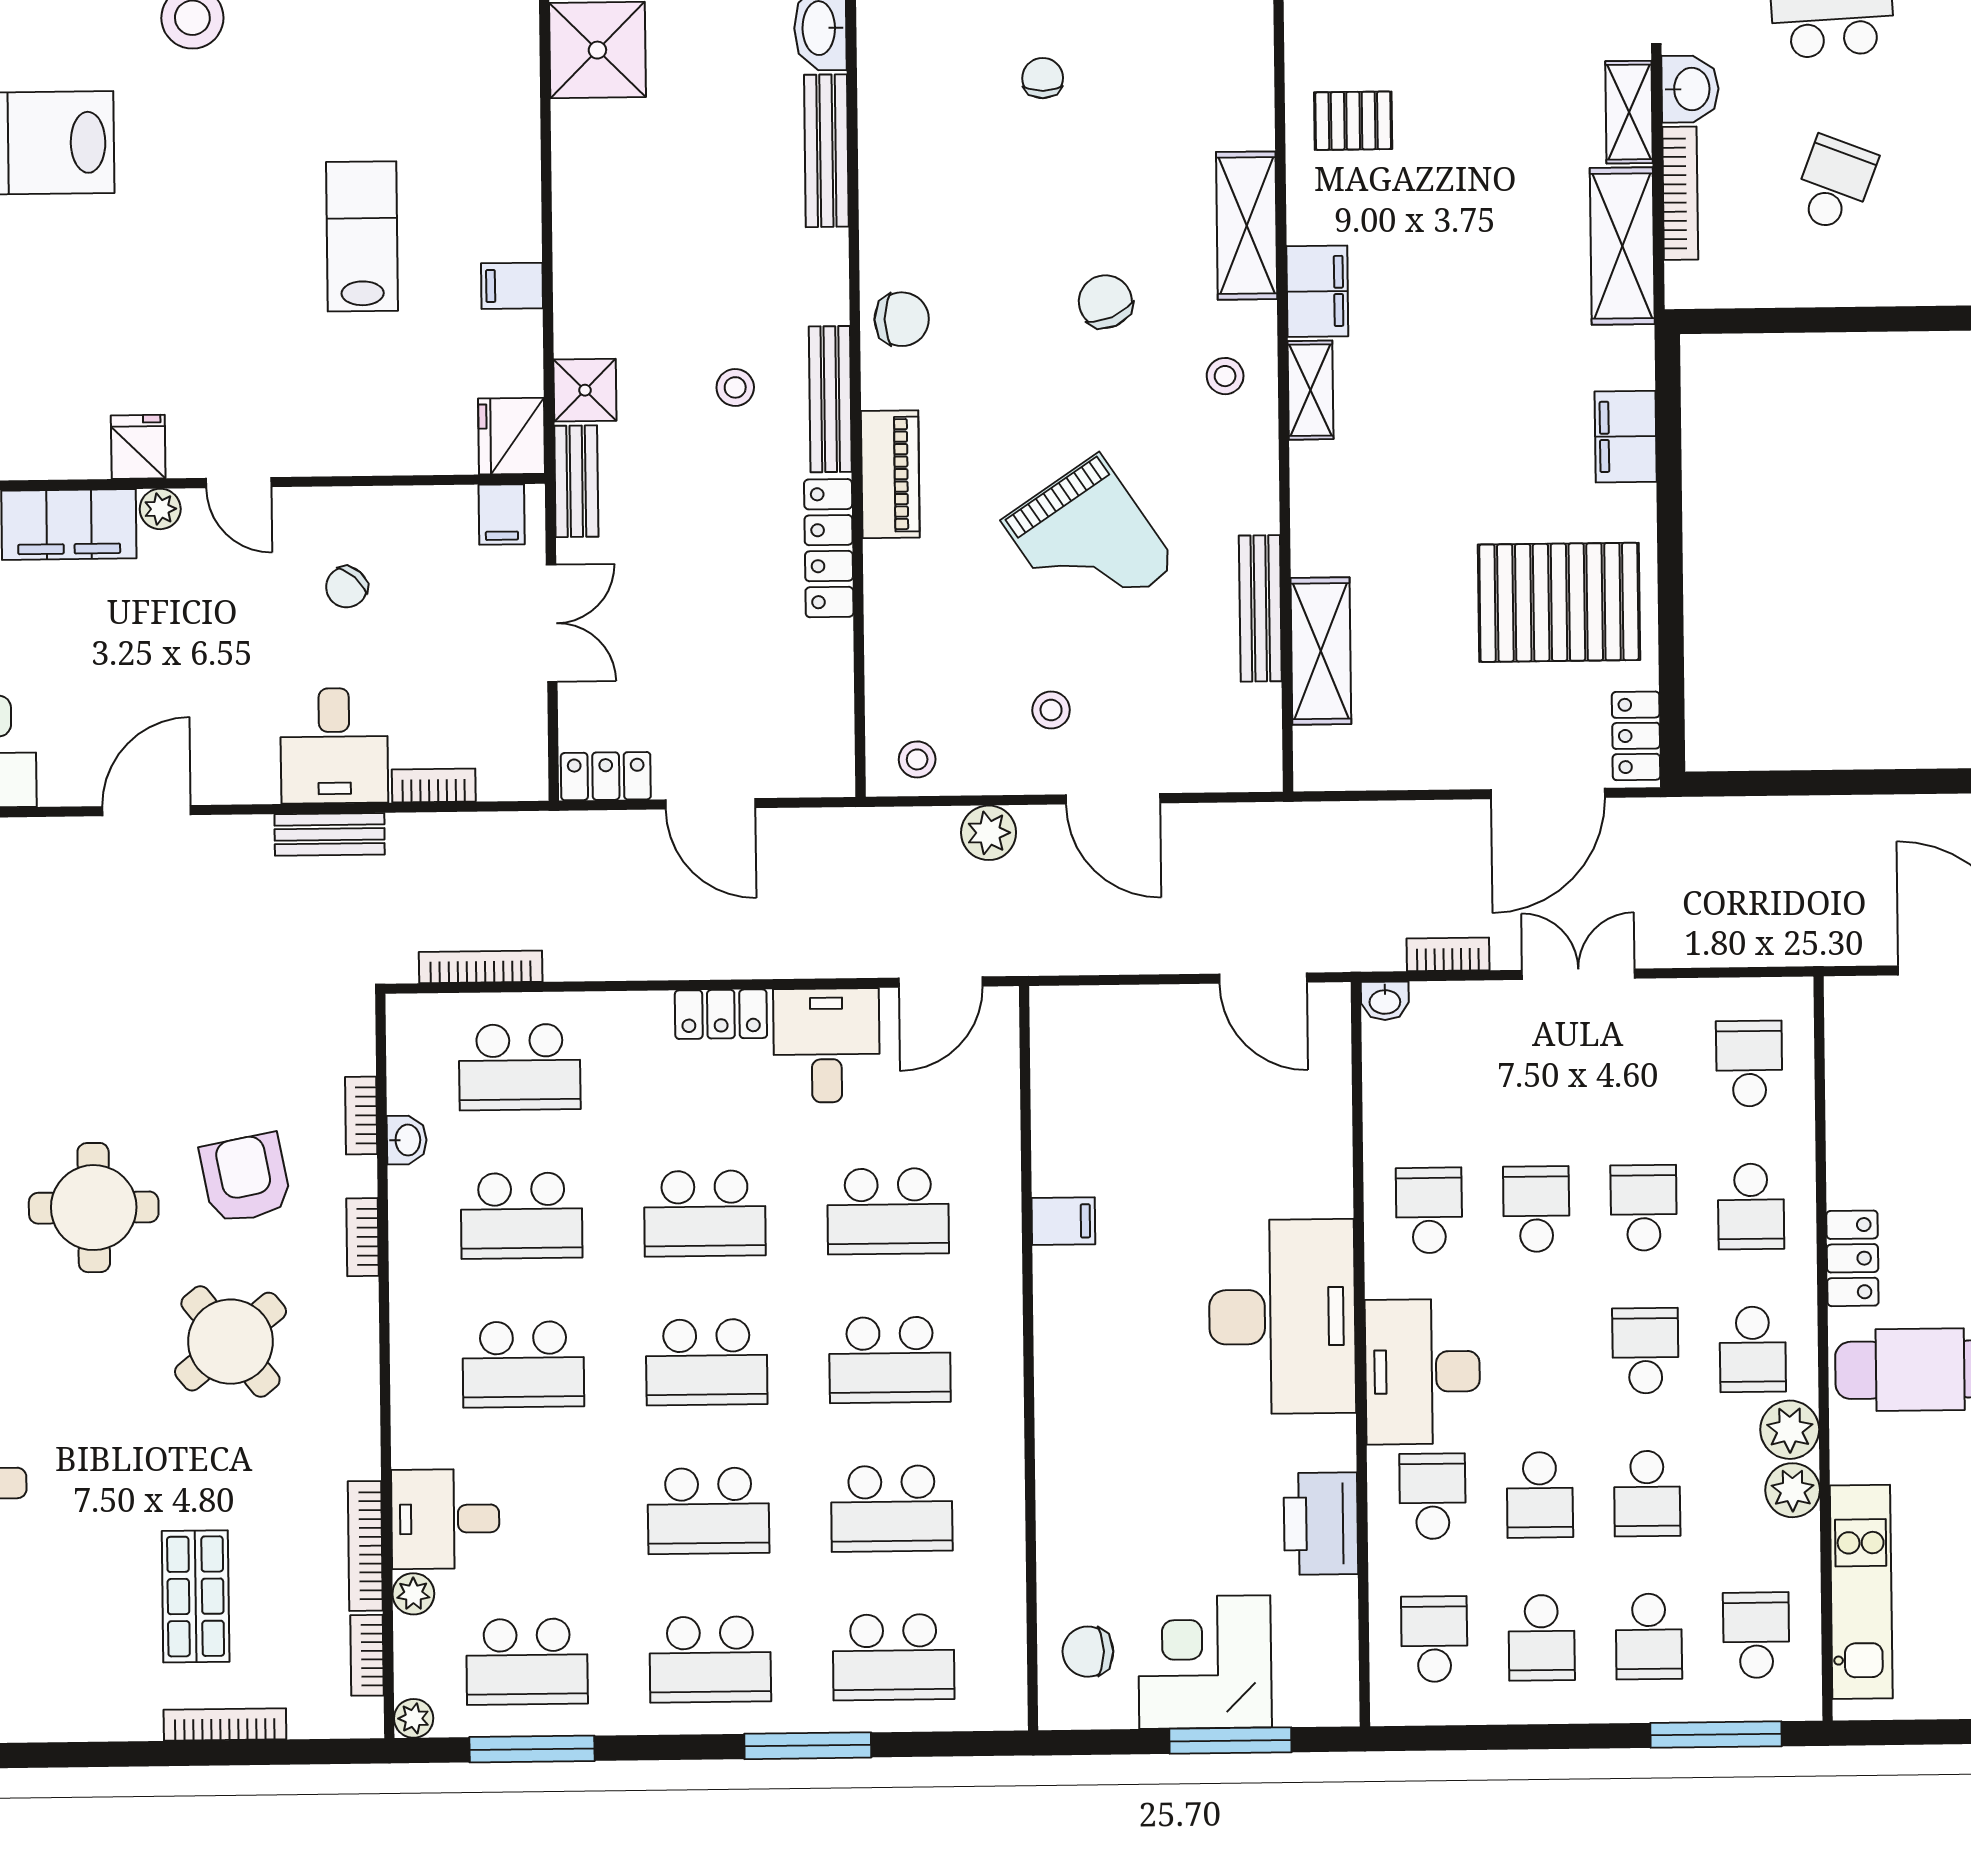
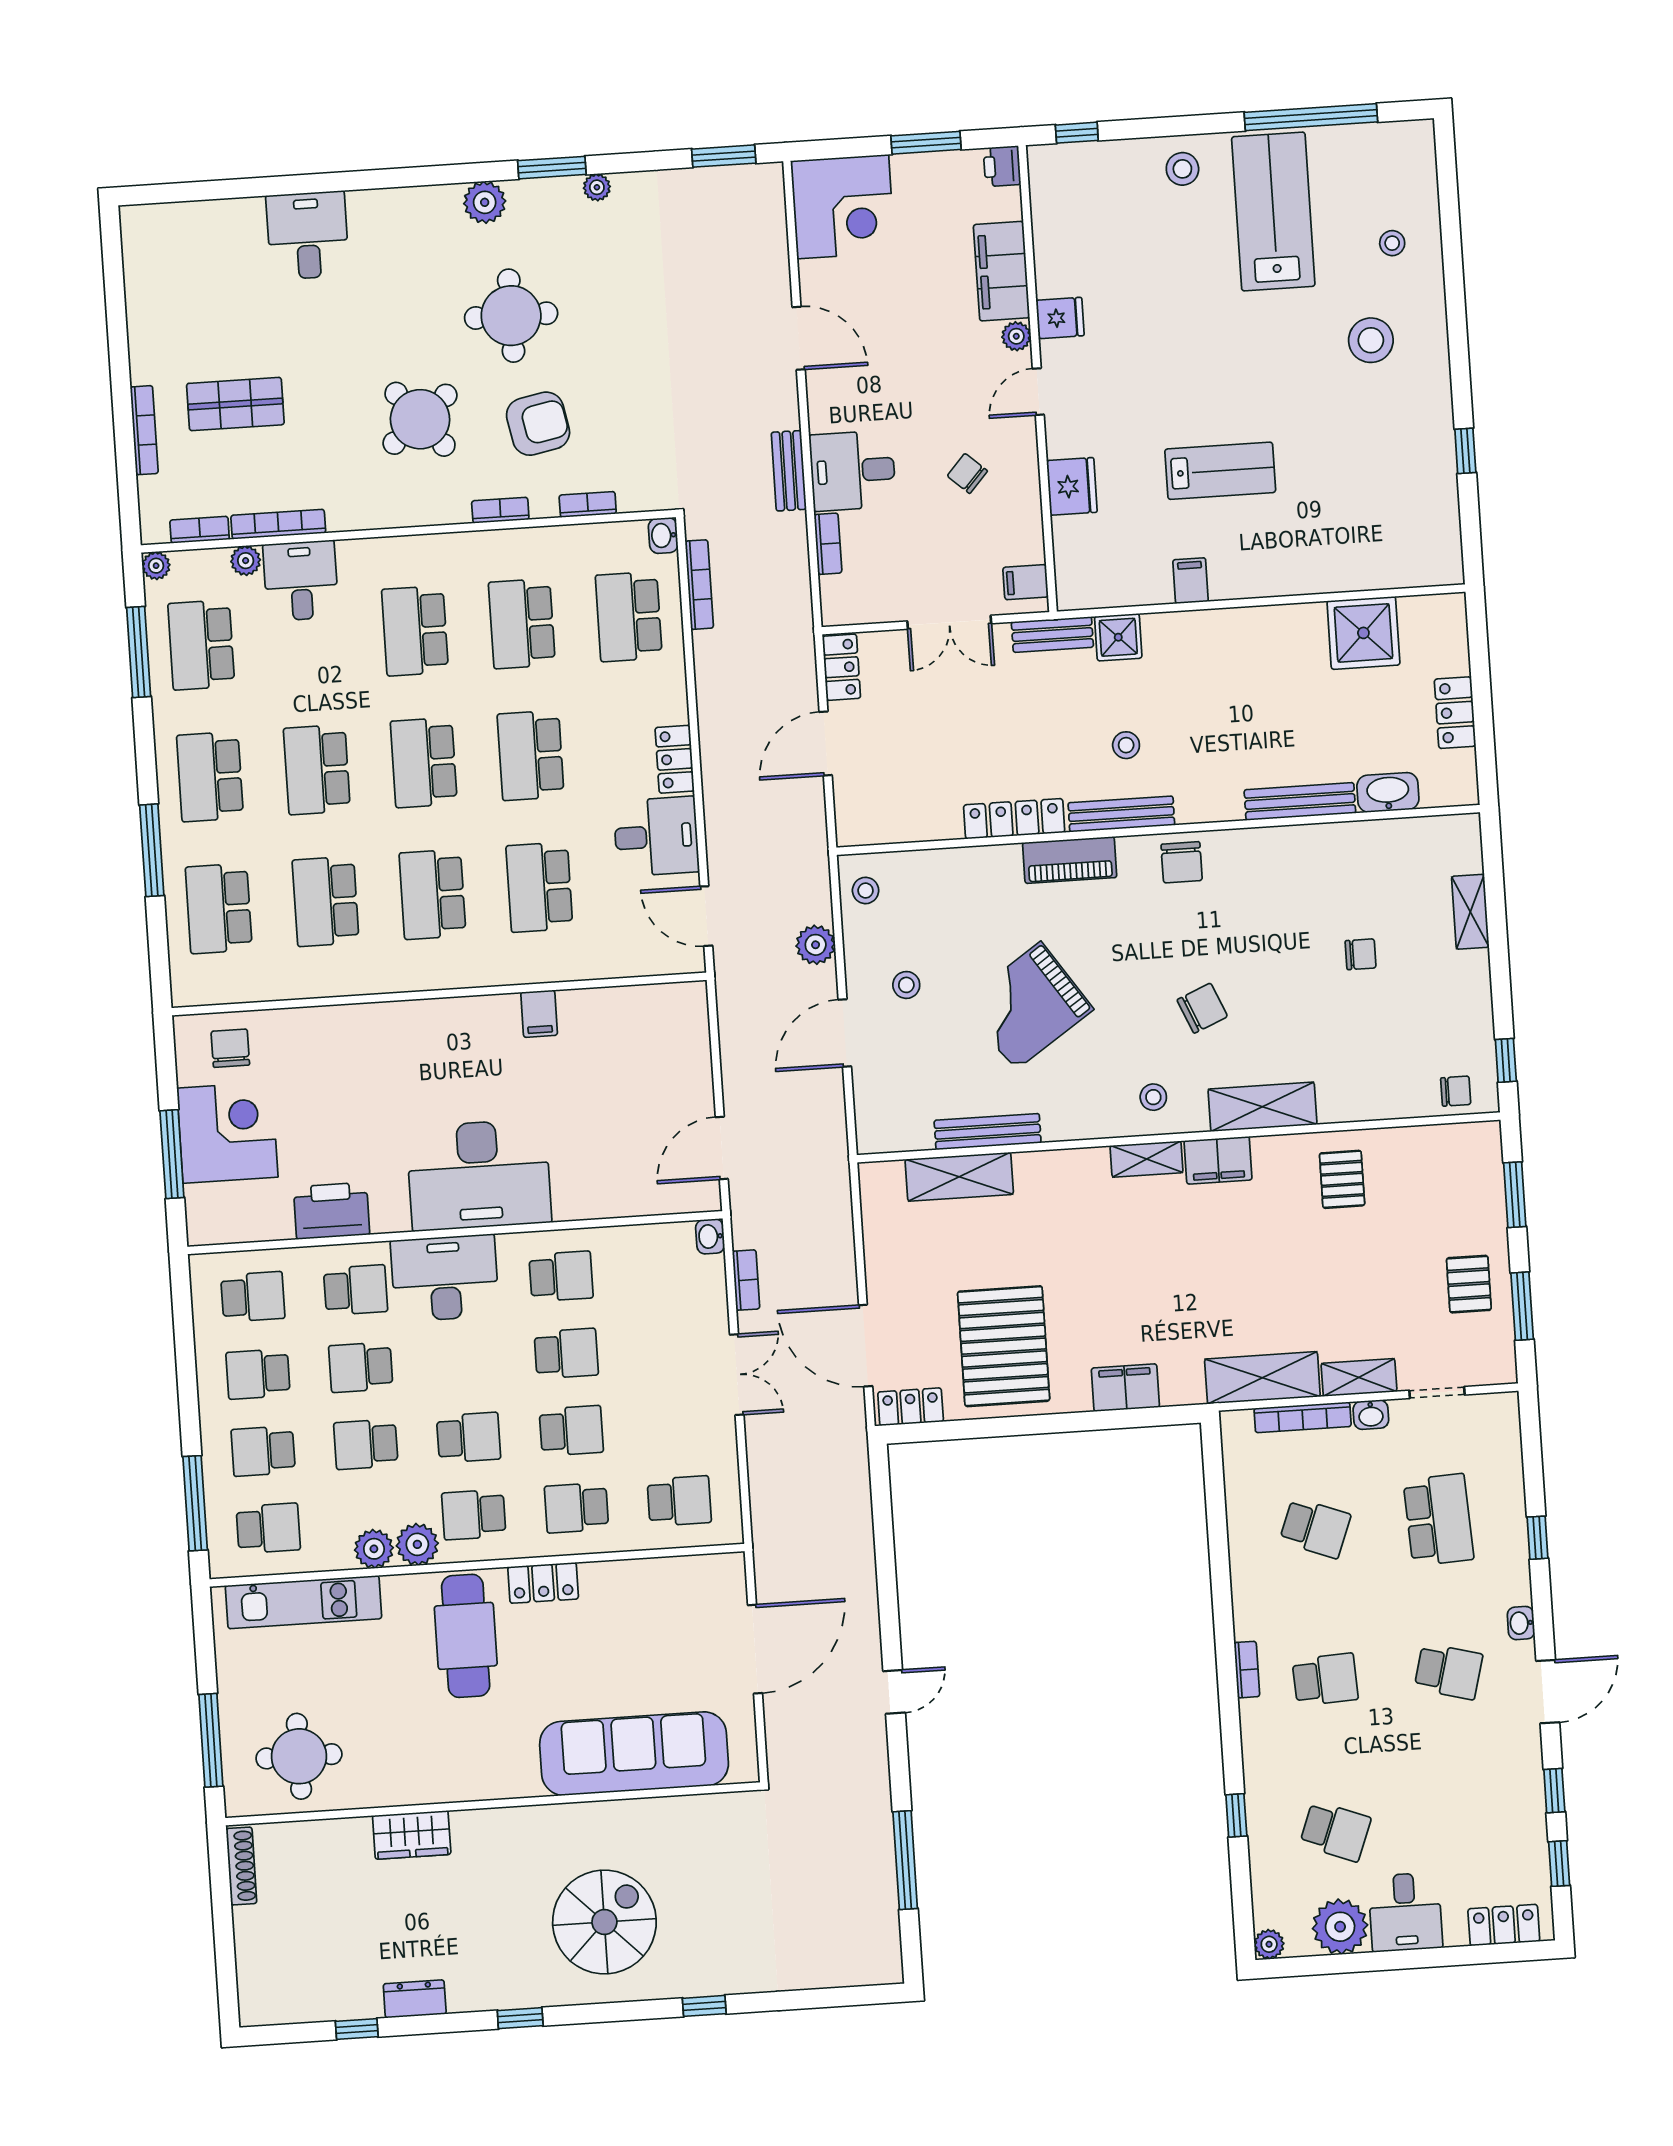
washbasin: (1690, 89) -> (1371, 1415), width x0.72, depth x0.69
fridge: (512, 436) -> (1072, 486), moved, turned 90
washbasin: (407, 1140) -> (663, 535), moved, turned 90

